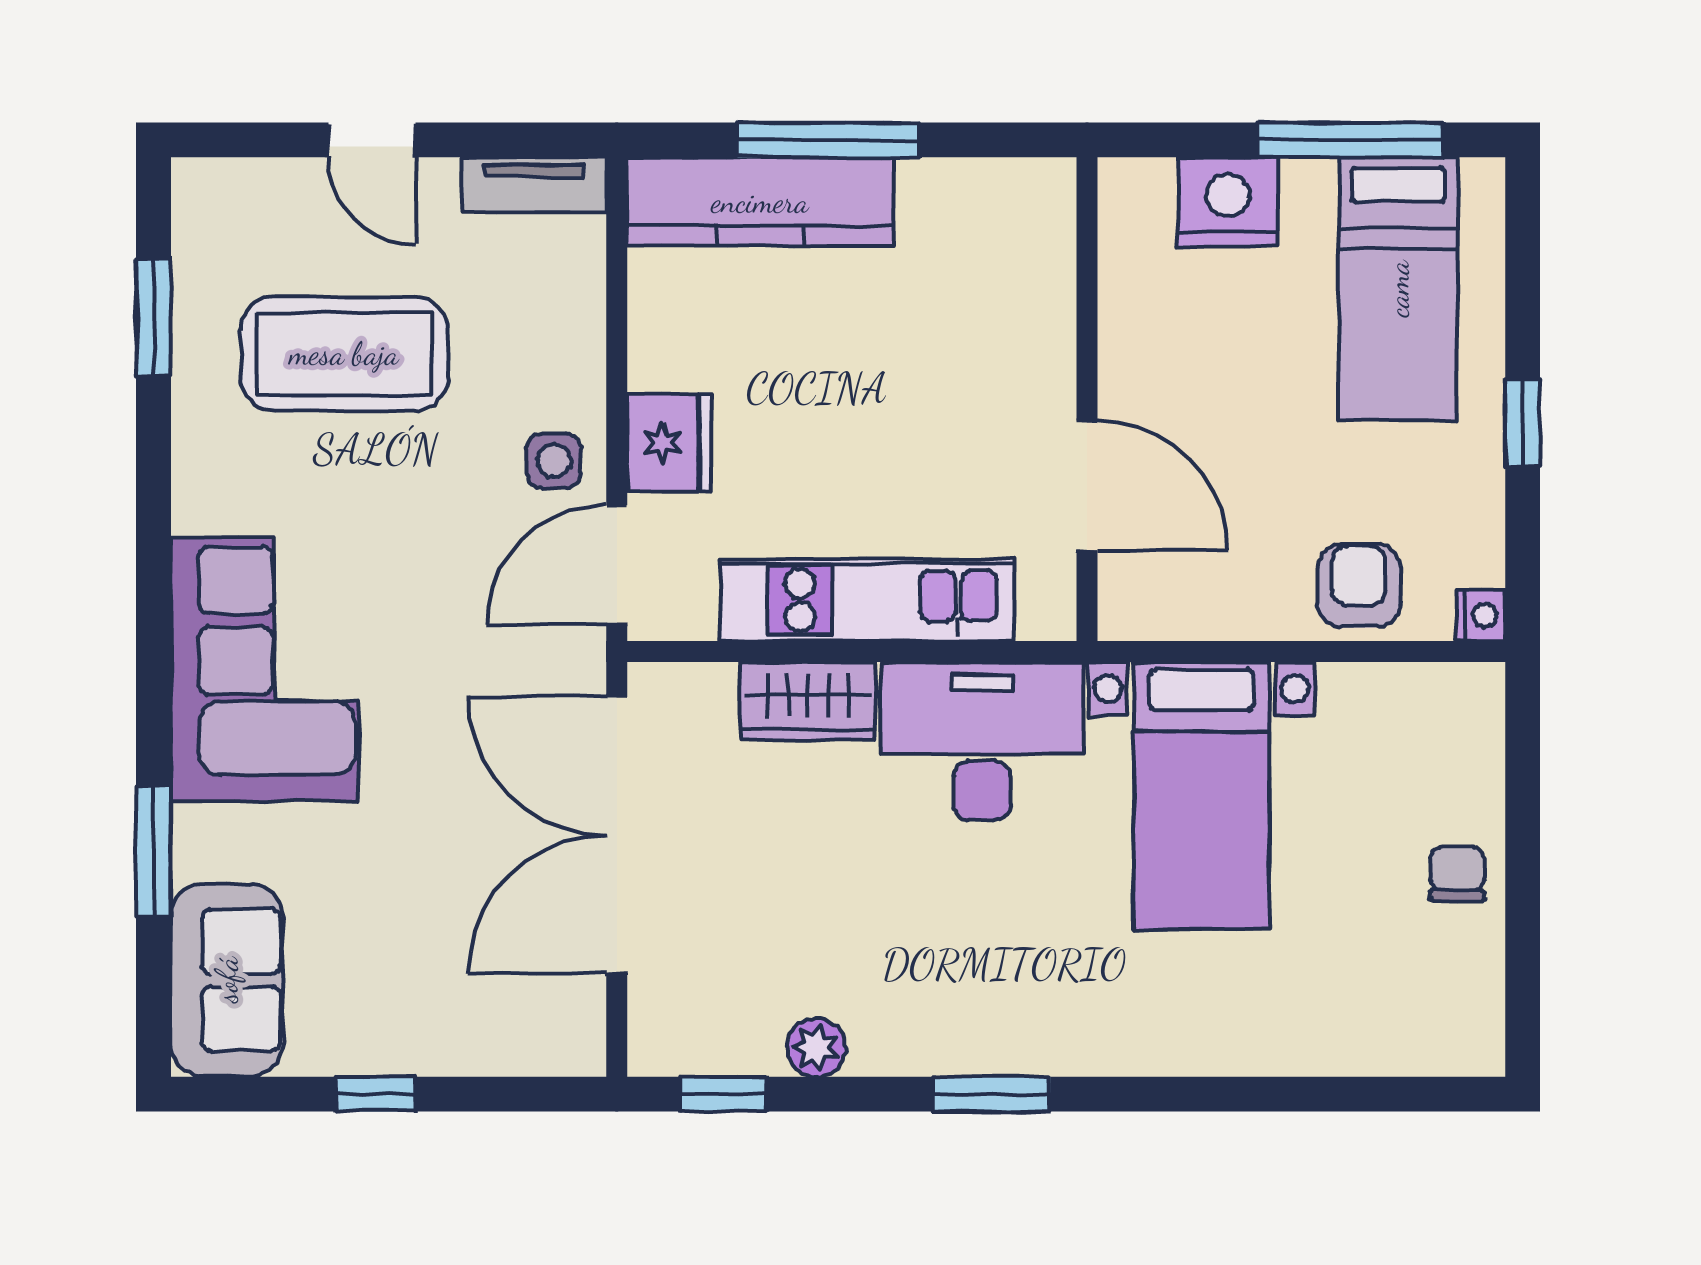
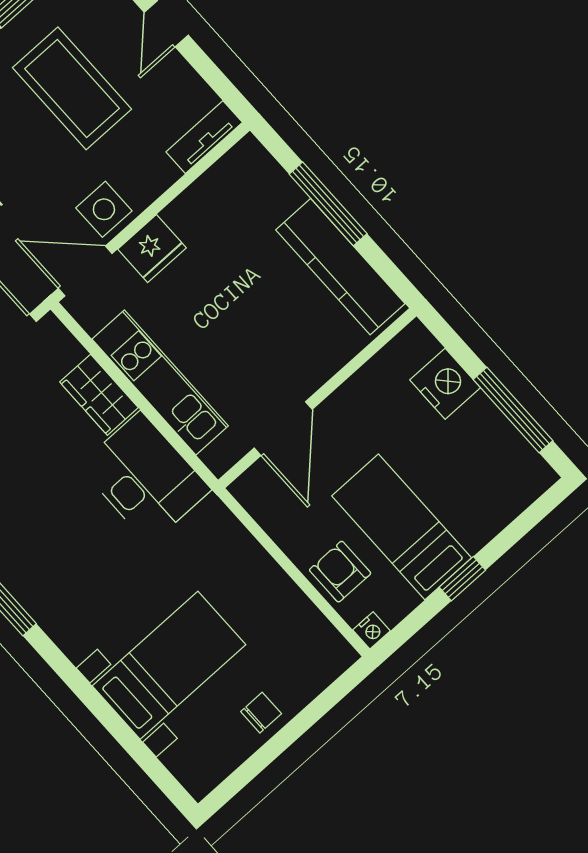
tv unit: (534, 185) -> (204, 137), moved, turned 90
kitchen counter: (760, 202) -> (340, 267), moved
bed: (1398, 289) -> (402, 527), moved, turned 90
side table: (554, 461) -> (104, 209), width x1.37, depth x1.37
armchair: (1359, 586) -> (340, 572), turned -90
bed with nightstands: (1201, 796) -> (169, 665), moved, turned 180

